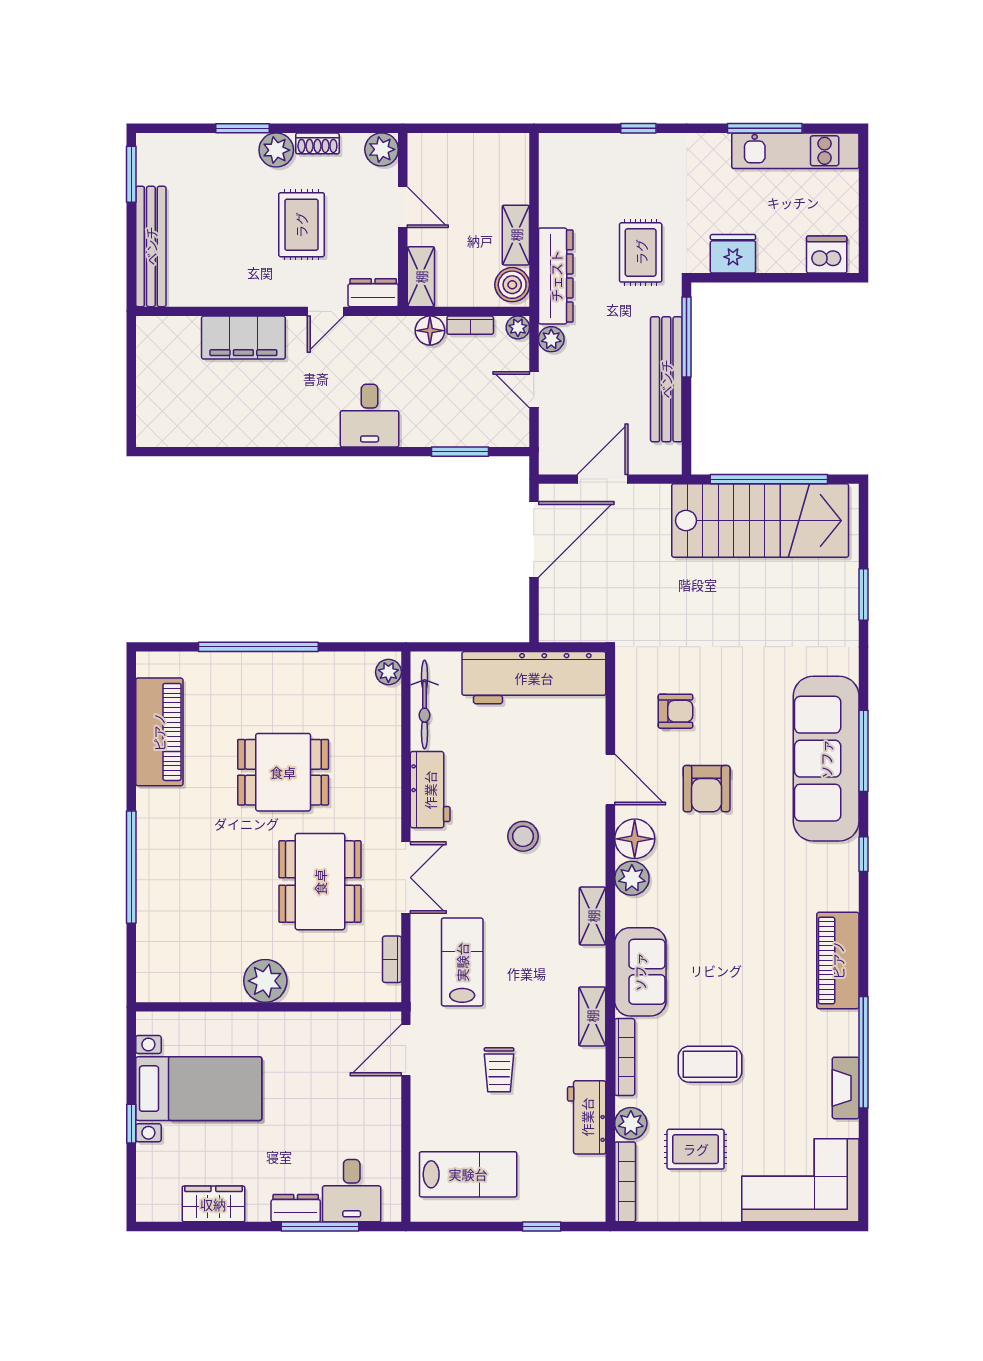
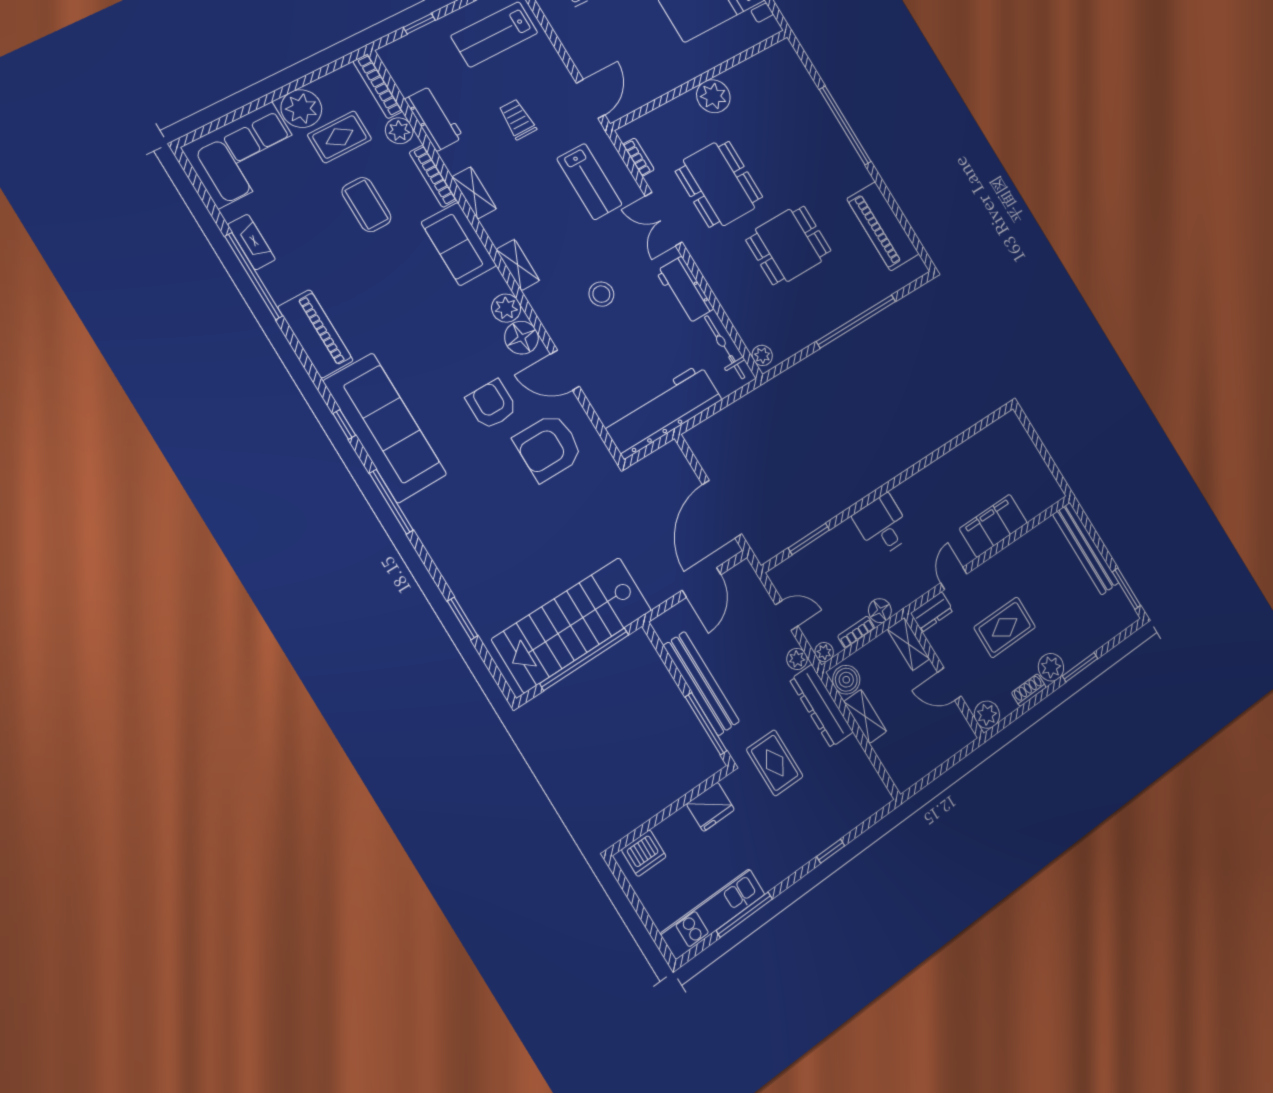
rug: (301, 225) -> (1005, 627), turned 90
armchair: (675, 711) -> (548, 447), width x1.88, depth x1.88
sofa: (826, 759) -> (385, 428), moved
coffee table: (710, 1064) -> (366, 205), turned 90
plant: (717, 1199) -> (301, 109), added

